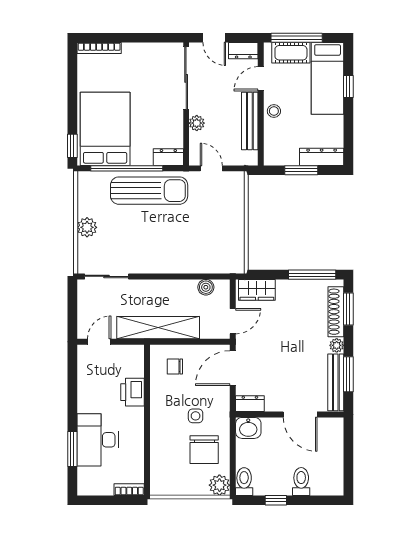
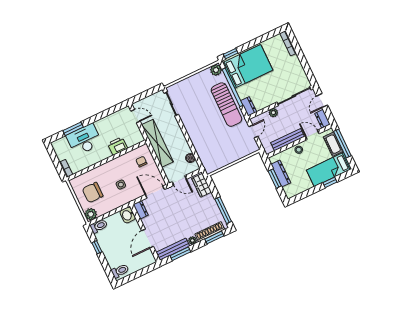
dresser: (322, 157) -> (281, 173), moved
plant: (87, 227) -> (216, 70), moved
chair: (204, 450) -> (93, 193), moved
toilet: (301, 481) -> (120, 271), moved

